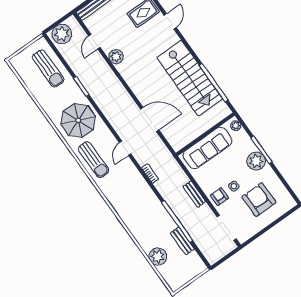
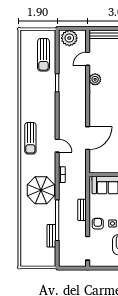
parasol: (78, 120) -> (41, 190), moved
door: (150, 120) -> (88, 138), hinge flipped
door: (125, 148) -> (57, 146), swing flipped
plant: (158, 257) -> (27, 235), removed

